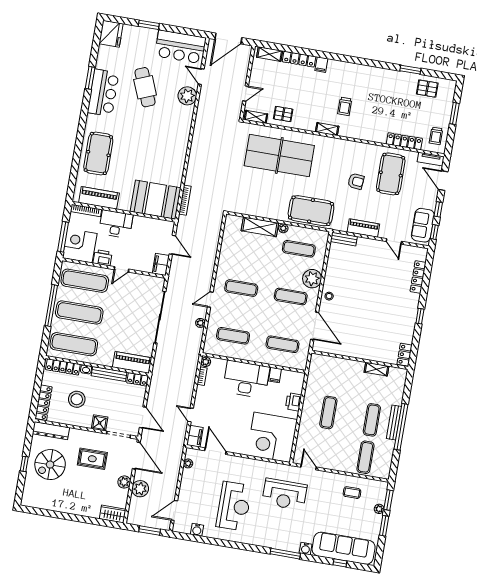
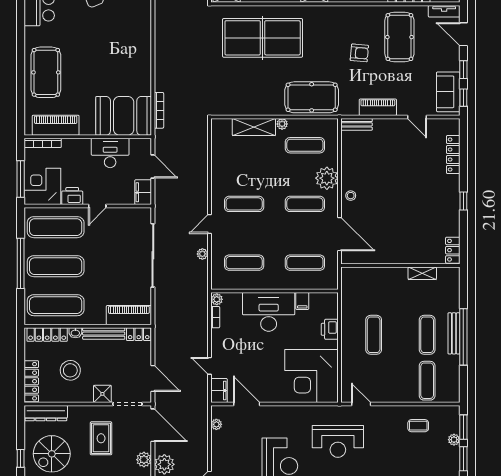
desk: (116, 224) -> (110, 153), moved
rug: (92, 459) -> (101, 438), turned 90

